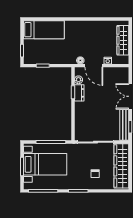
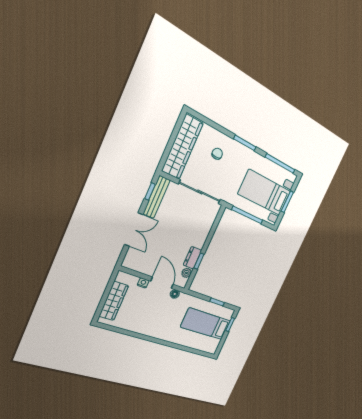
bed: (44, 30) -> (206, 324), moved

